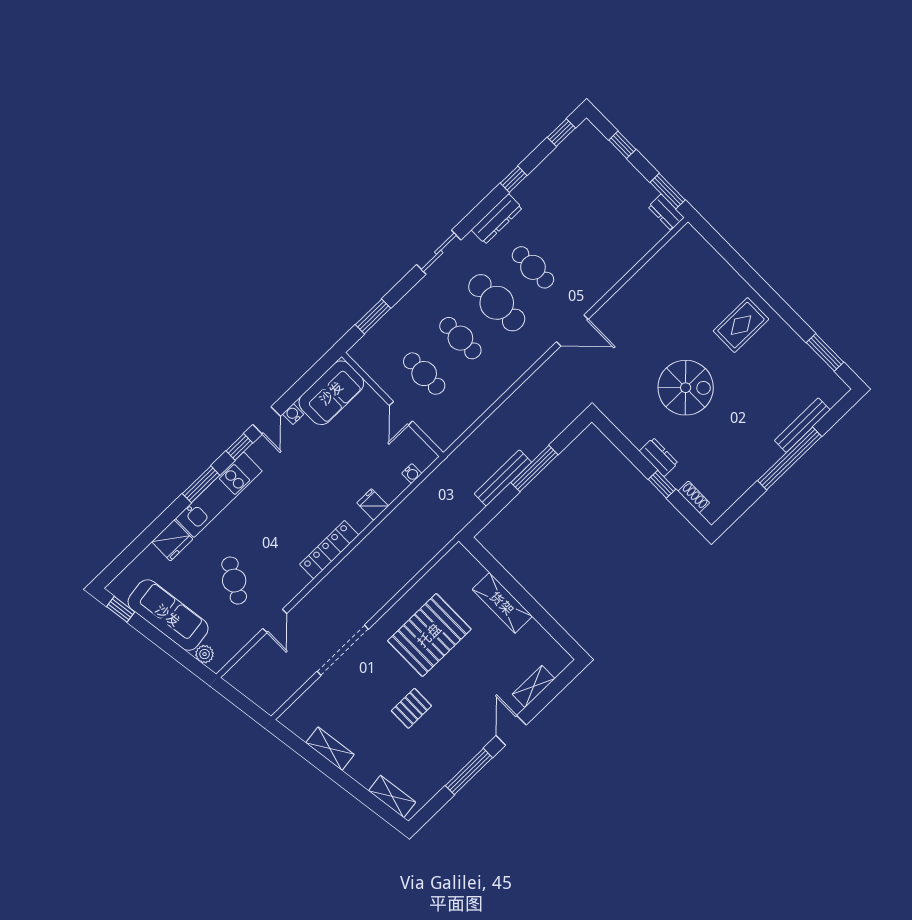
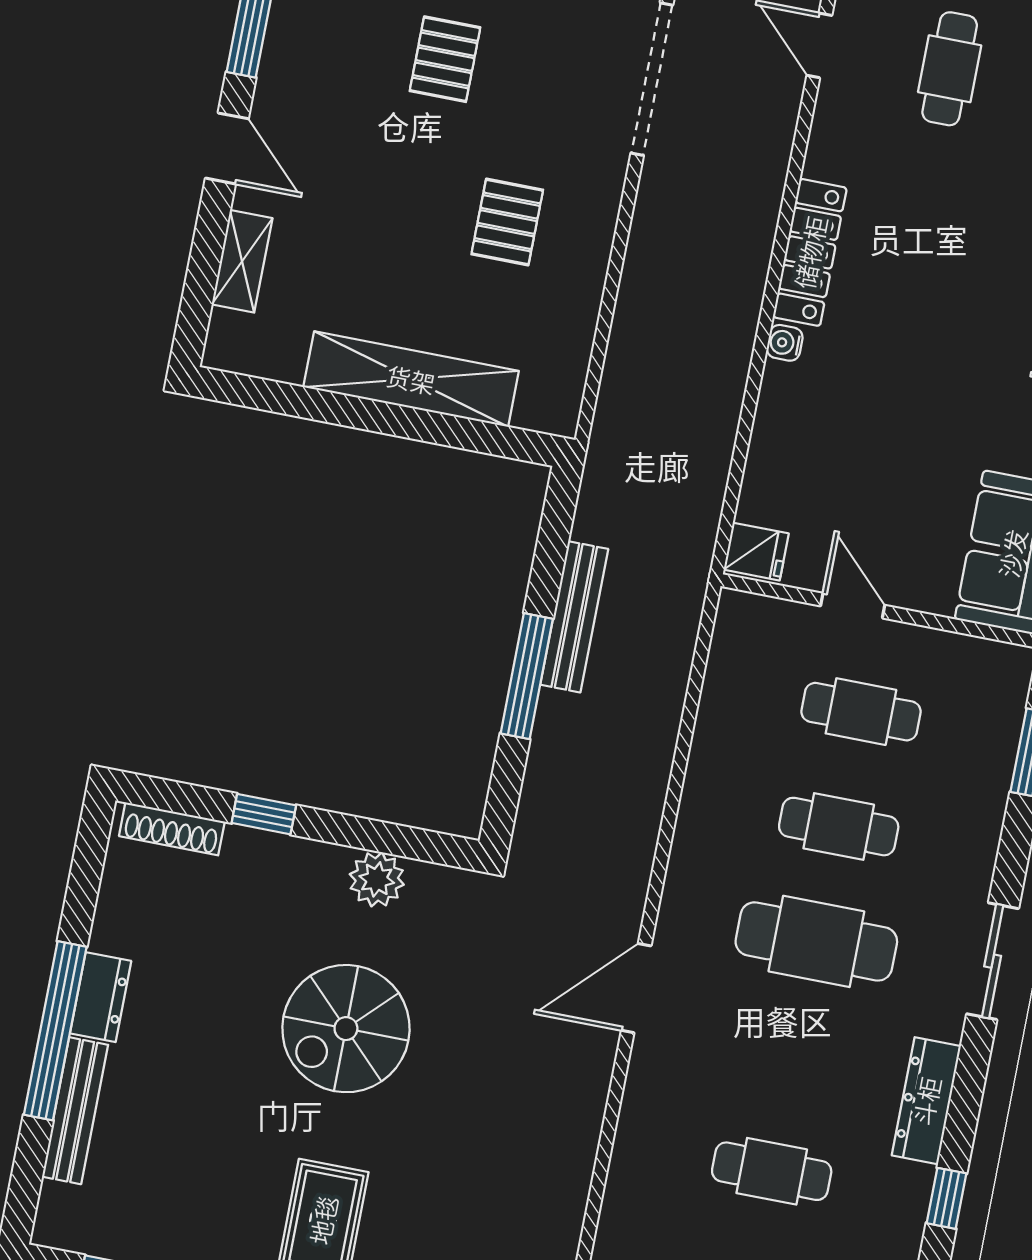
cafe table: (533, 267) -> (772, 1171), moved
plant: (638, 433) -> (377, 879), added
dresser: (659, 457) -> (101, 997), moved, turned -90
water cooler: (412, 474) -> (785, 343), moved
shoe rack: (694, 497) -> (172, 829), width x1.43
fridge: (373, 504) -> (756, 552), moved
cafe table: (234, 581) -> (950, 69), turned 60
shelving: (502, 603) -> (411, 379), width x1.47
pallet: (429, 635) -> (507, 222), width x0.49, depth x0.50

